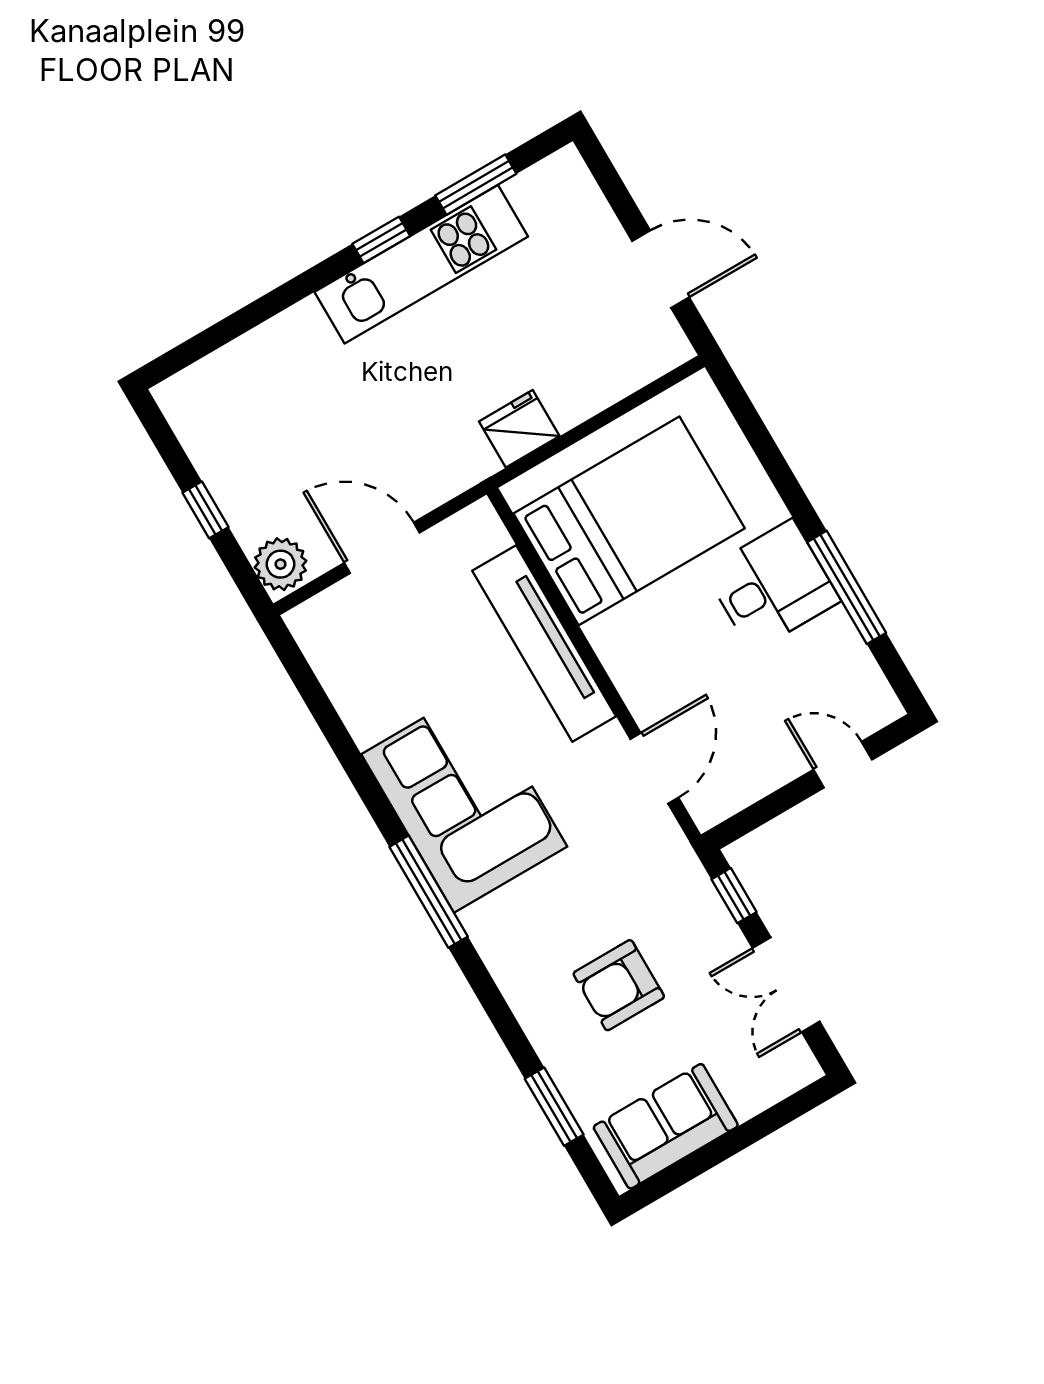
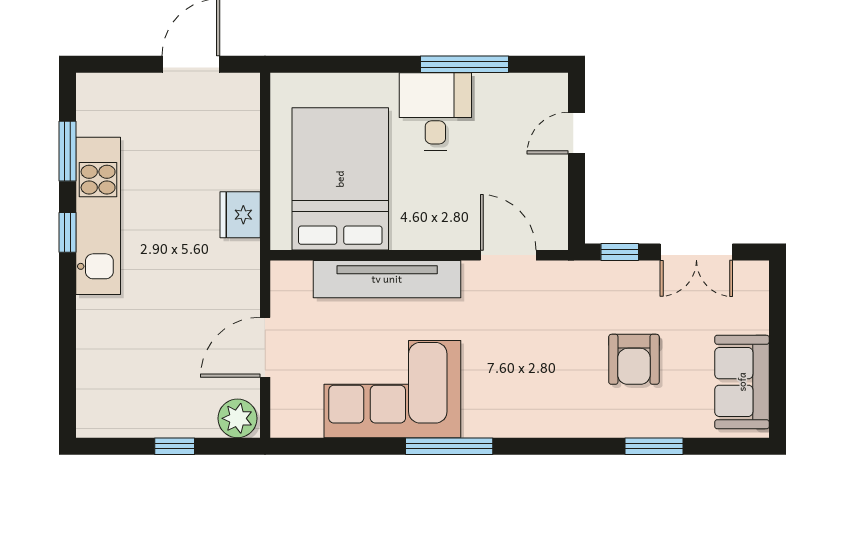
corner sofa: (464, 800) -> (392, 389), moved
window: (429, 892) -> (449, 446), moved
window: (554, 1107) -> (654, 446), moved

